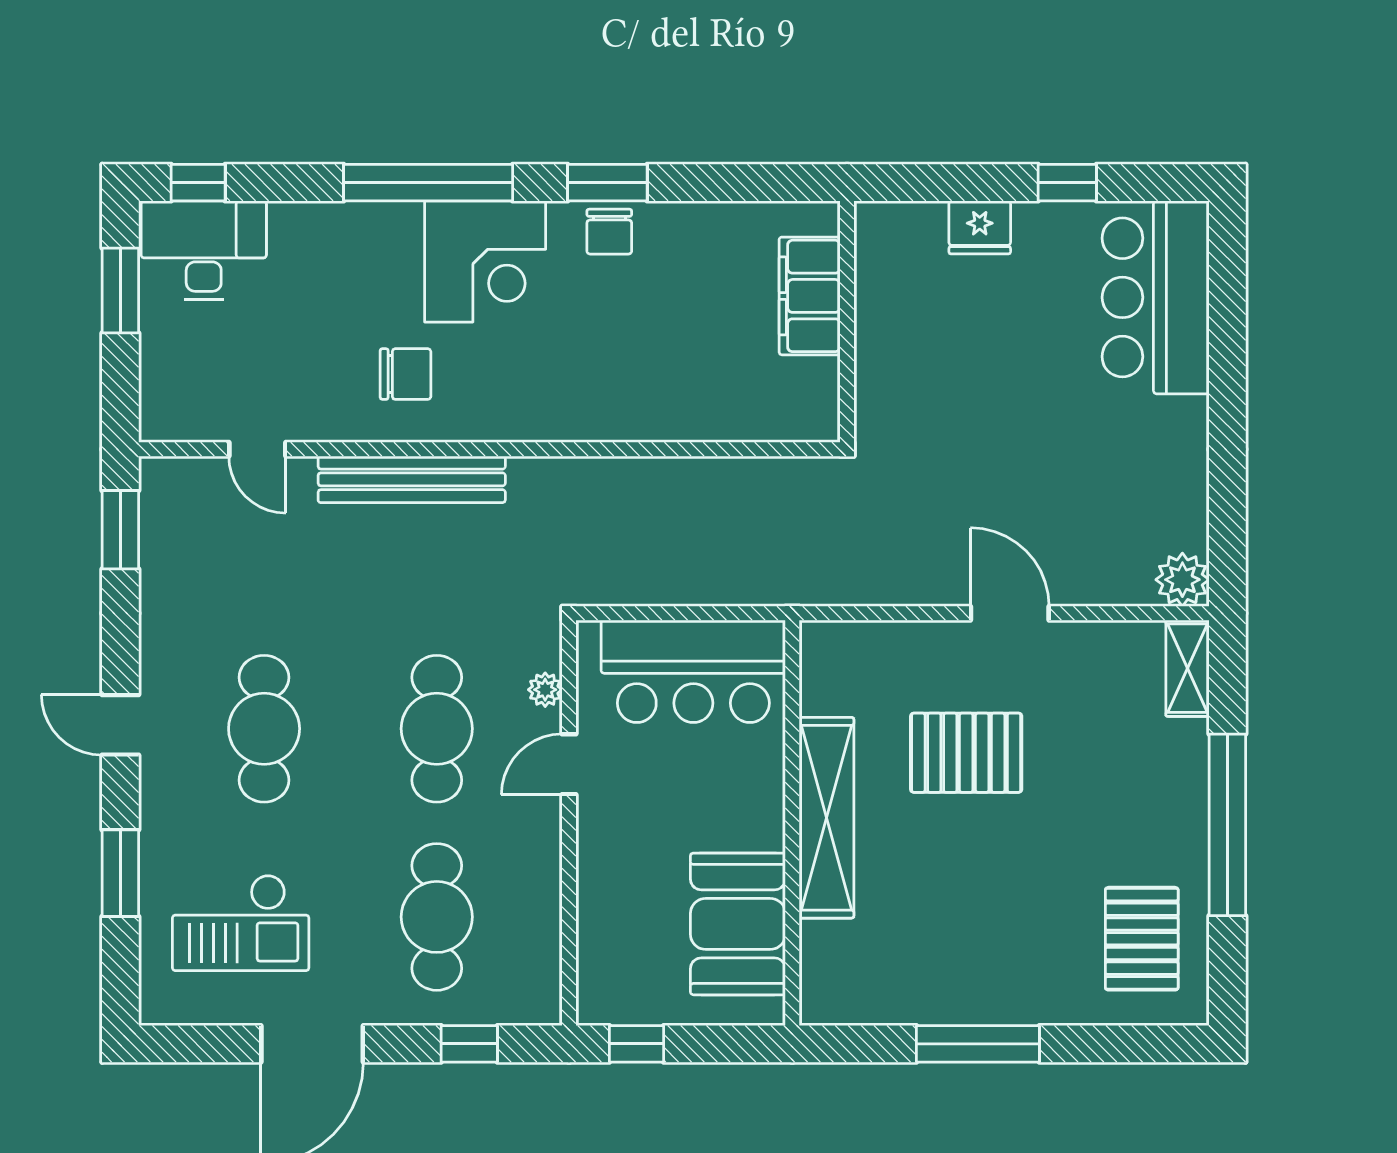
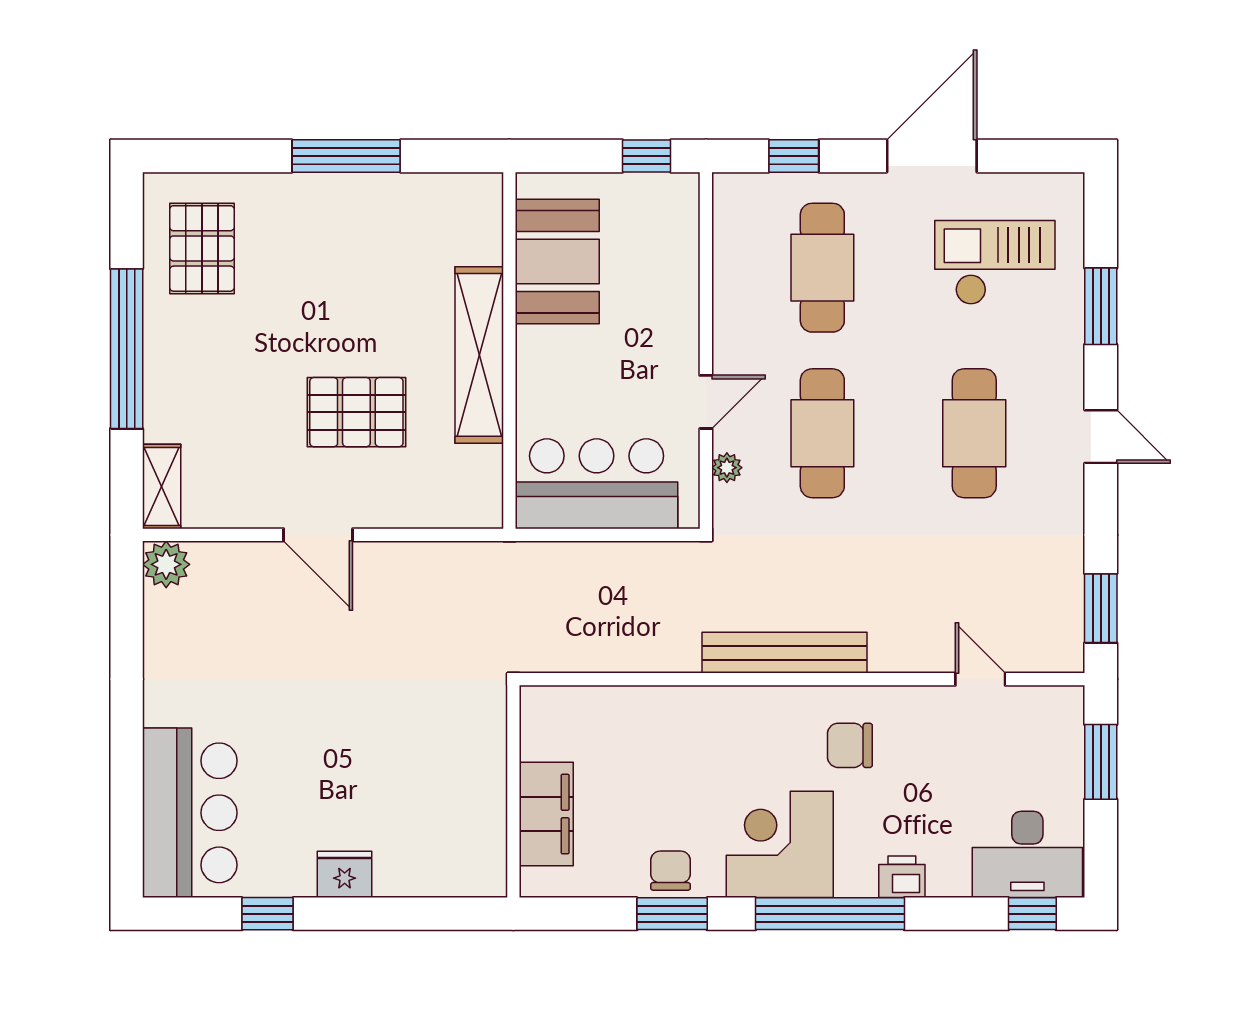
printer: (346, 225) -> (902, 877), added
window: (120, 290) -> (1101, 762), moved
filing cabinet: (810, 296) -> (546, 814), moved
wall: (847, 322) -> (513, 791), moved
bench: (412, 479) -> (784, 653), moved

